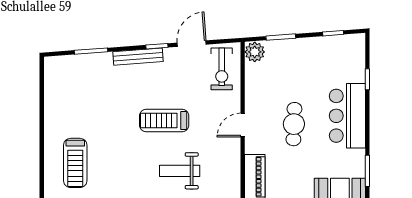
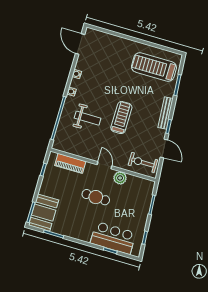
plant: (255, 52) -> (120, 178), moved
bar counter: (347, 116) -> (113, 238), moved
treadmill: (75, 163) -> (154, 67), moved, width x1.37, depth x1.38
weight bench: (180, 171) -> (88, 118), turned 90

